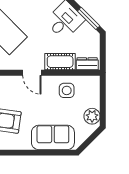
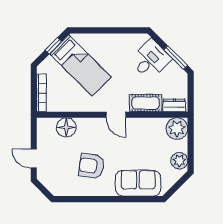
plant: (90, 86) -> (177, 129), added
side table: (67, 90) -> (153, 134), removed

